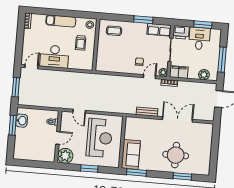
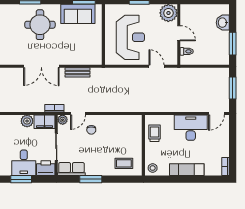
trolley: (81, 43) -> (154, 133), moved
plant: (204, 75) -> (27, 121), moved
washbasin: (22, 121) -> (223, 23), moved
door: (58, 138) -> (179, 33), swing flipped
reception desk: (99, 138) -> (130, 37), turned 180
sofa: (131, 154) -> (78, 14), moved, turned -90

